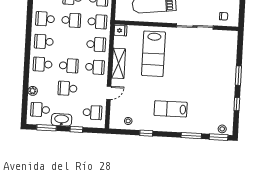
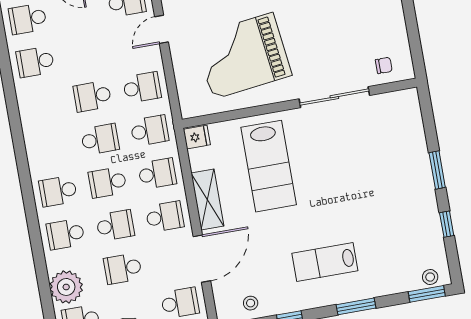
school desk: (45, 19) -> (108, 182), moved
plant: (33, 91) -> (66, 287), width x1.87, depth x1.87
door: (109, 93) -> (202, 259), width x1.88
window: (191, 136) -> (356, 306), moved

